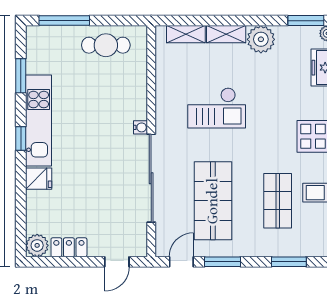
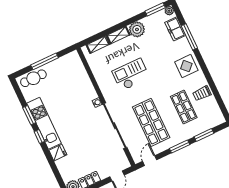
window: (64, 21) -> (45, 61), moved
cafe table: (106, 45) -> (33, 78), moved
window: (21, 76) -> (29, 115), moved
checkout: (217, 108) -> (131, 75), turned 180
window: (223, 262) -> (180, 147), moved

